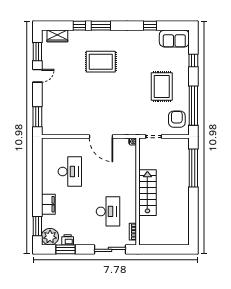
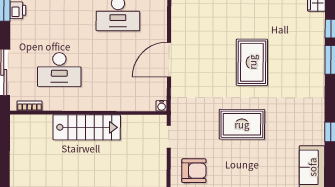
rug: (101, 62) -> (252, 62), moved
rug: (162, 86) -> (242, 124), moved

